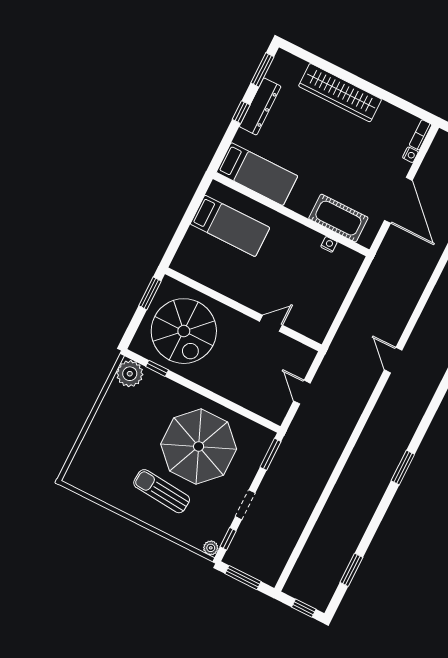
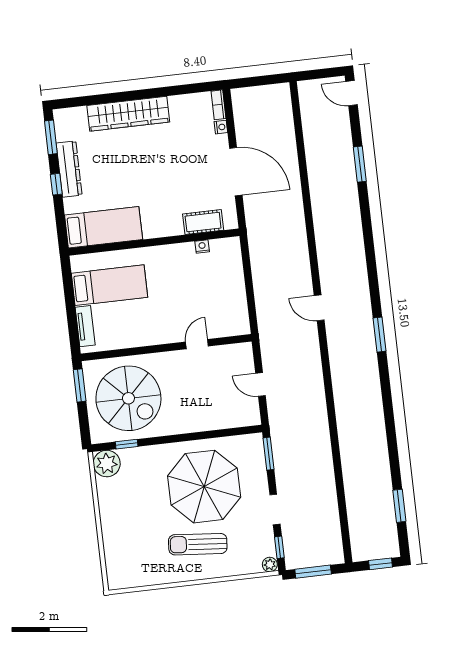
cot: (338, 218) -> (203, 222), width x0.73, depth x0.75
tv unit: (187, 247) -> (85, 326), added
window: (403, 468) -> (379, 335), moved

